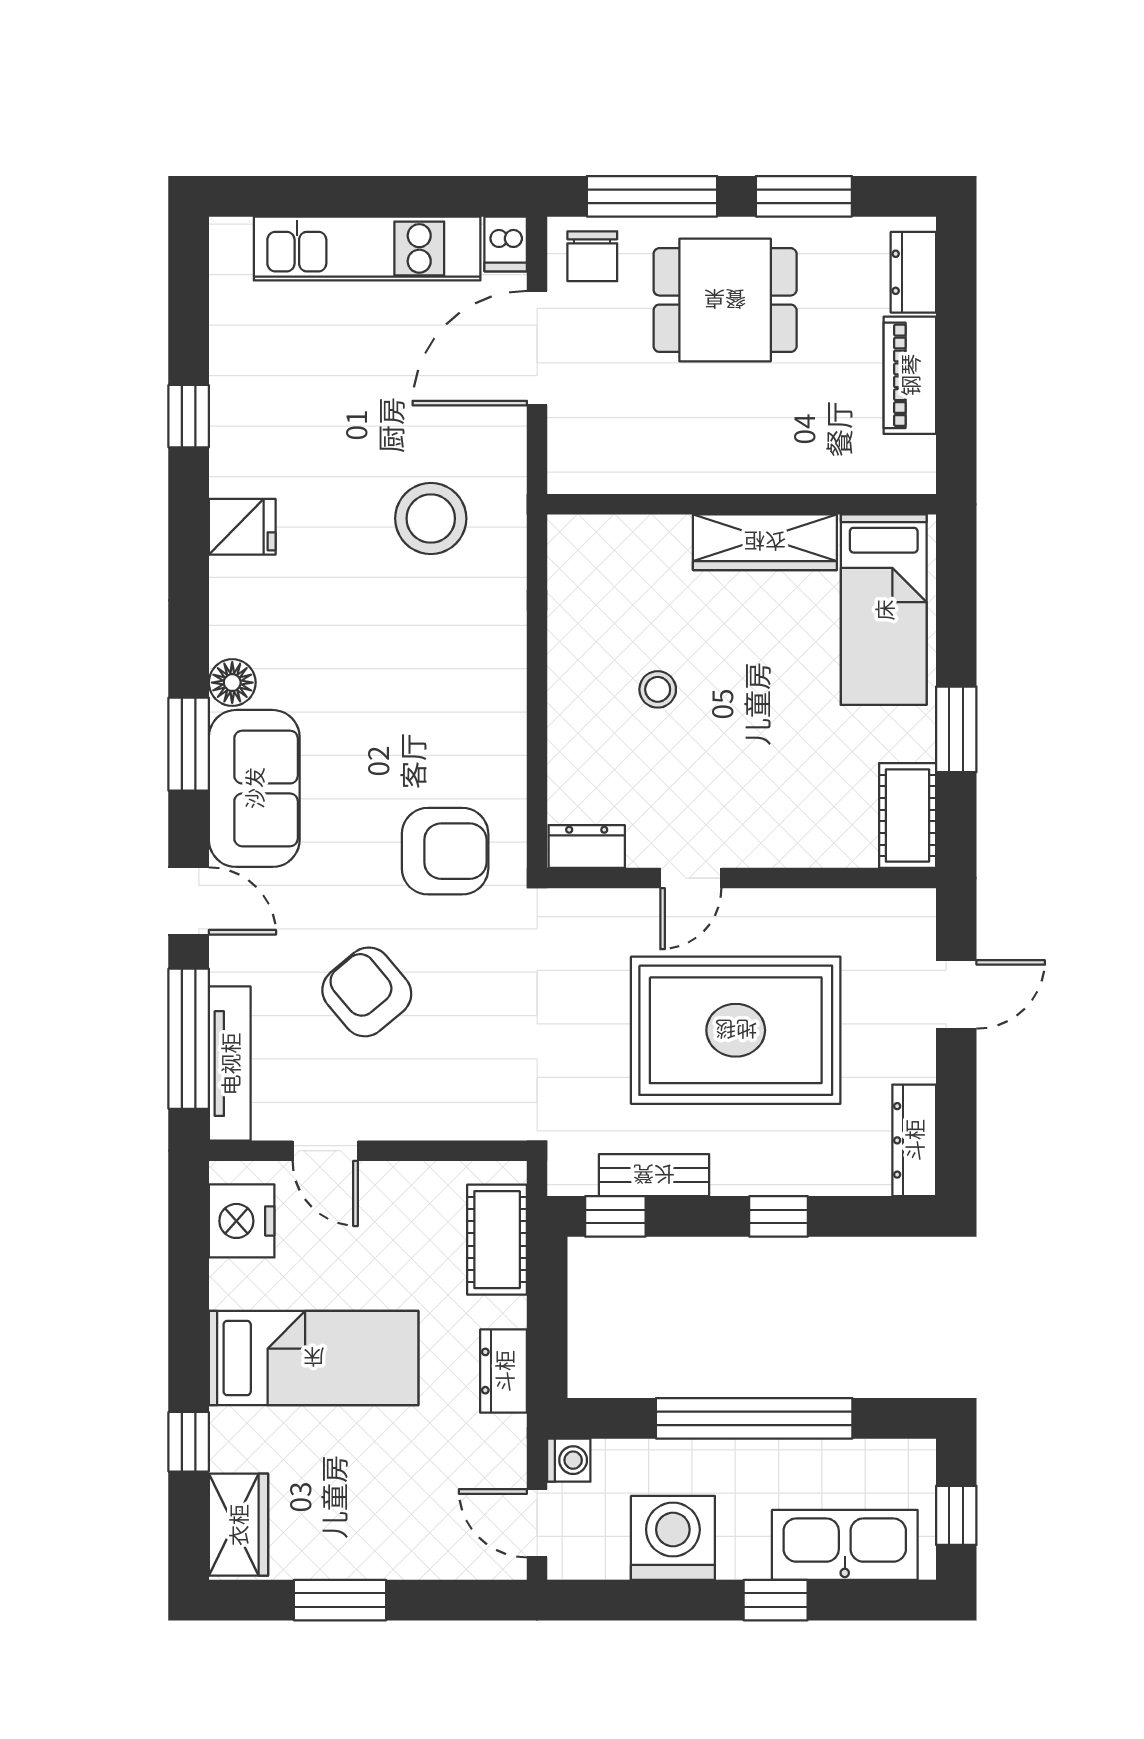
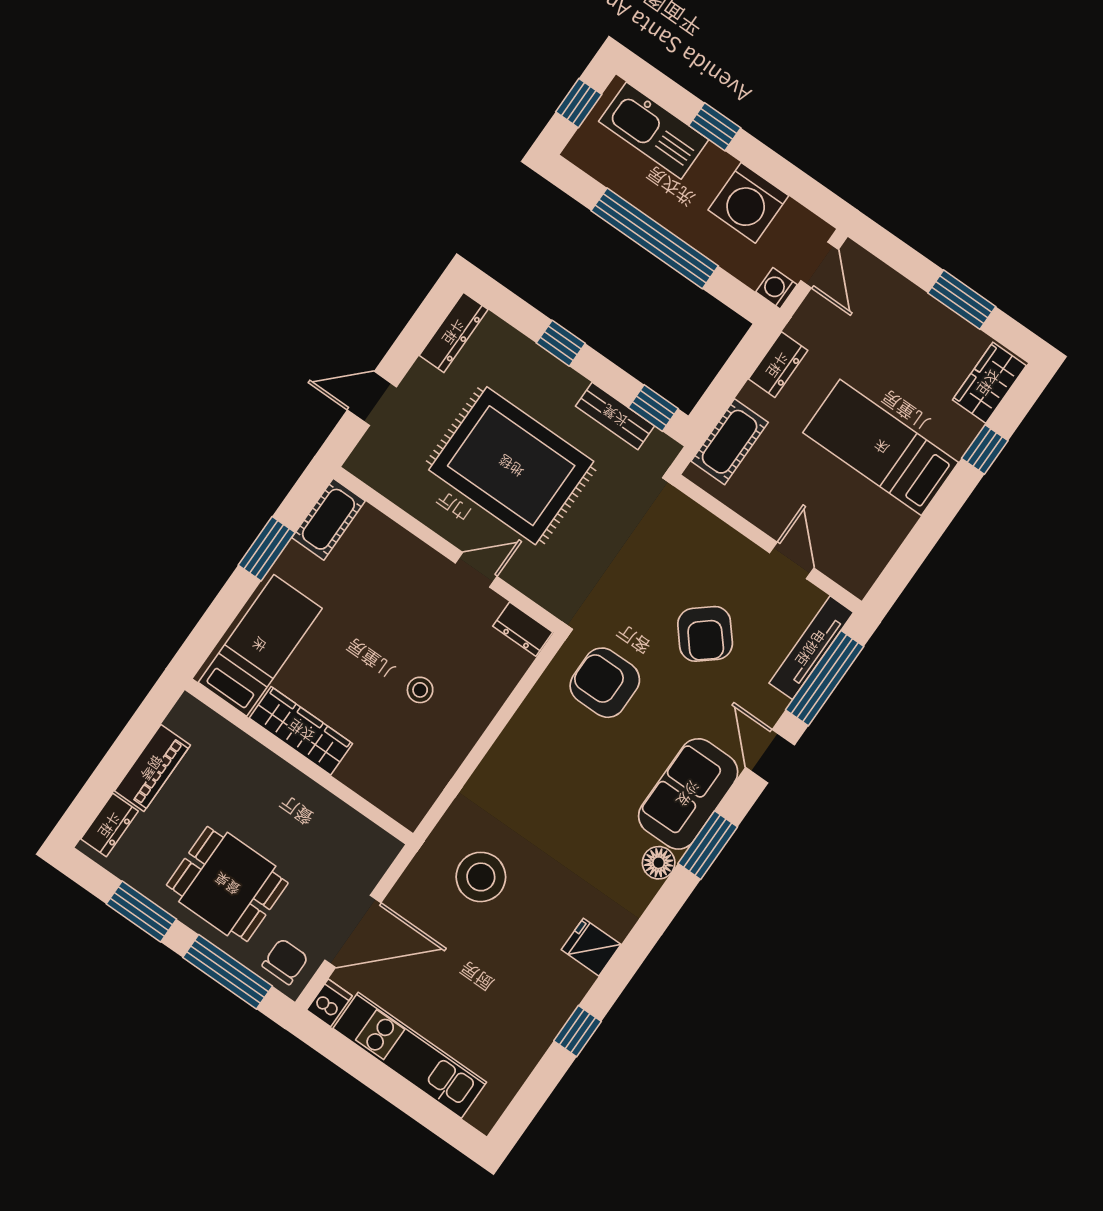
nightstand: (242, 1221) -> (867, 554), removed

